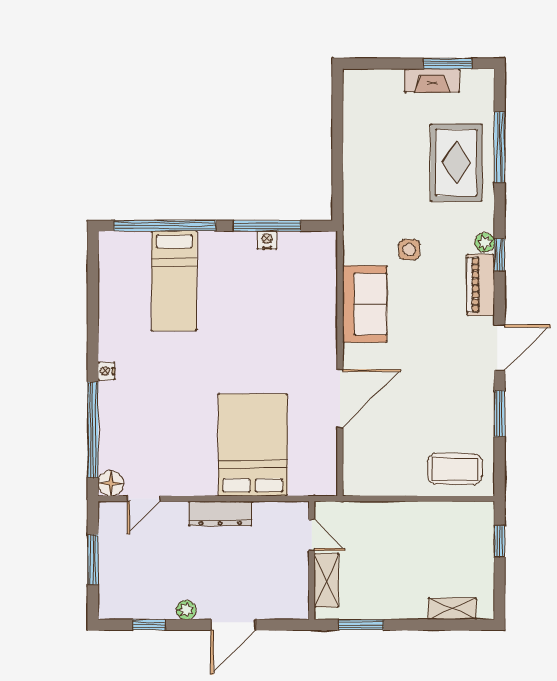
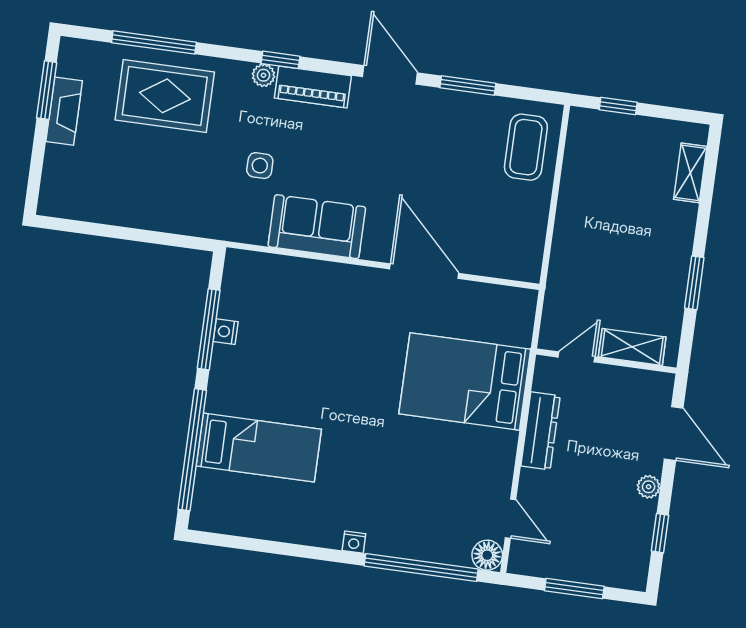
door: (312, 535) -> (577, 357), moved
wall: (312, 560) -> (606, 361), moved
shelving: (326, 580) -> (632, 347), moved

